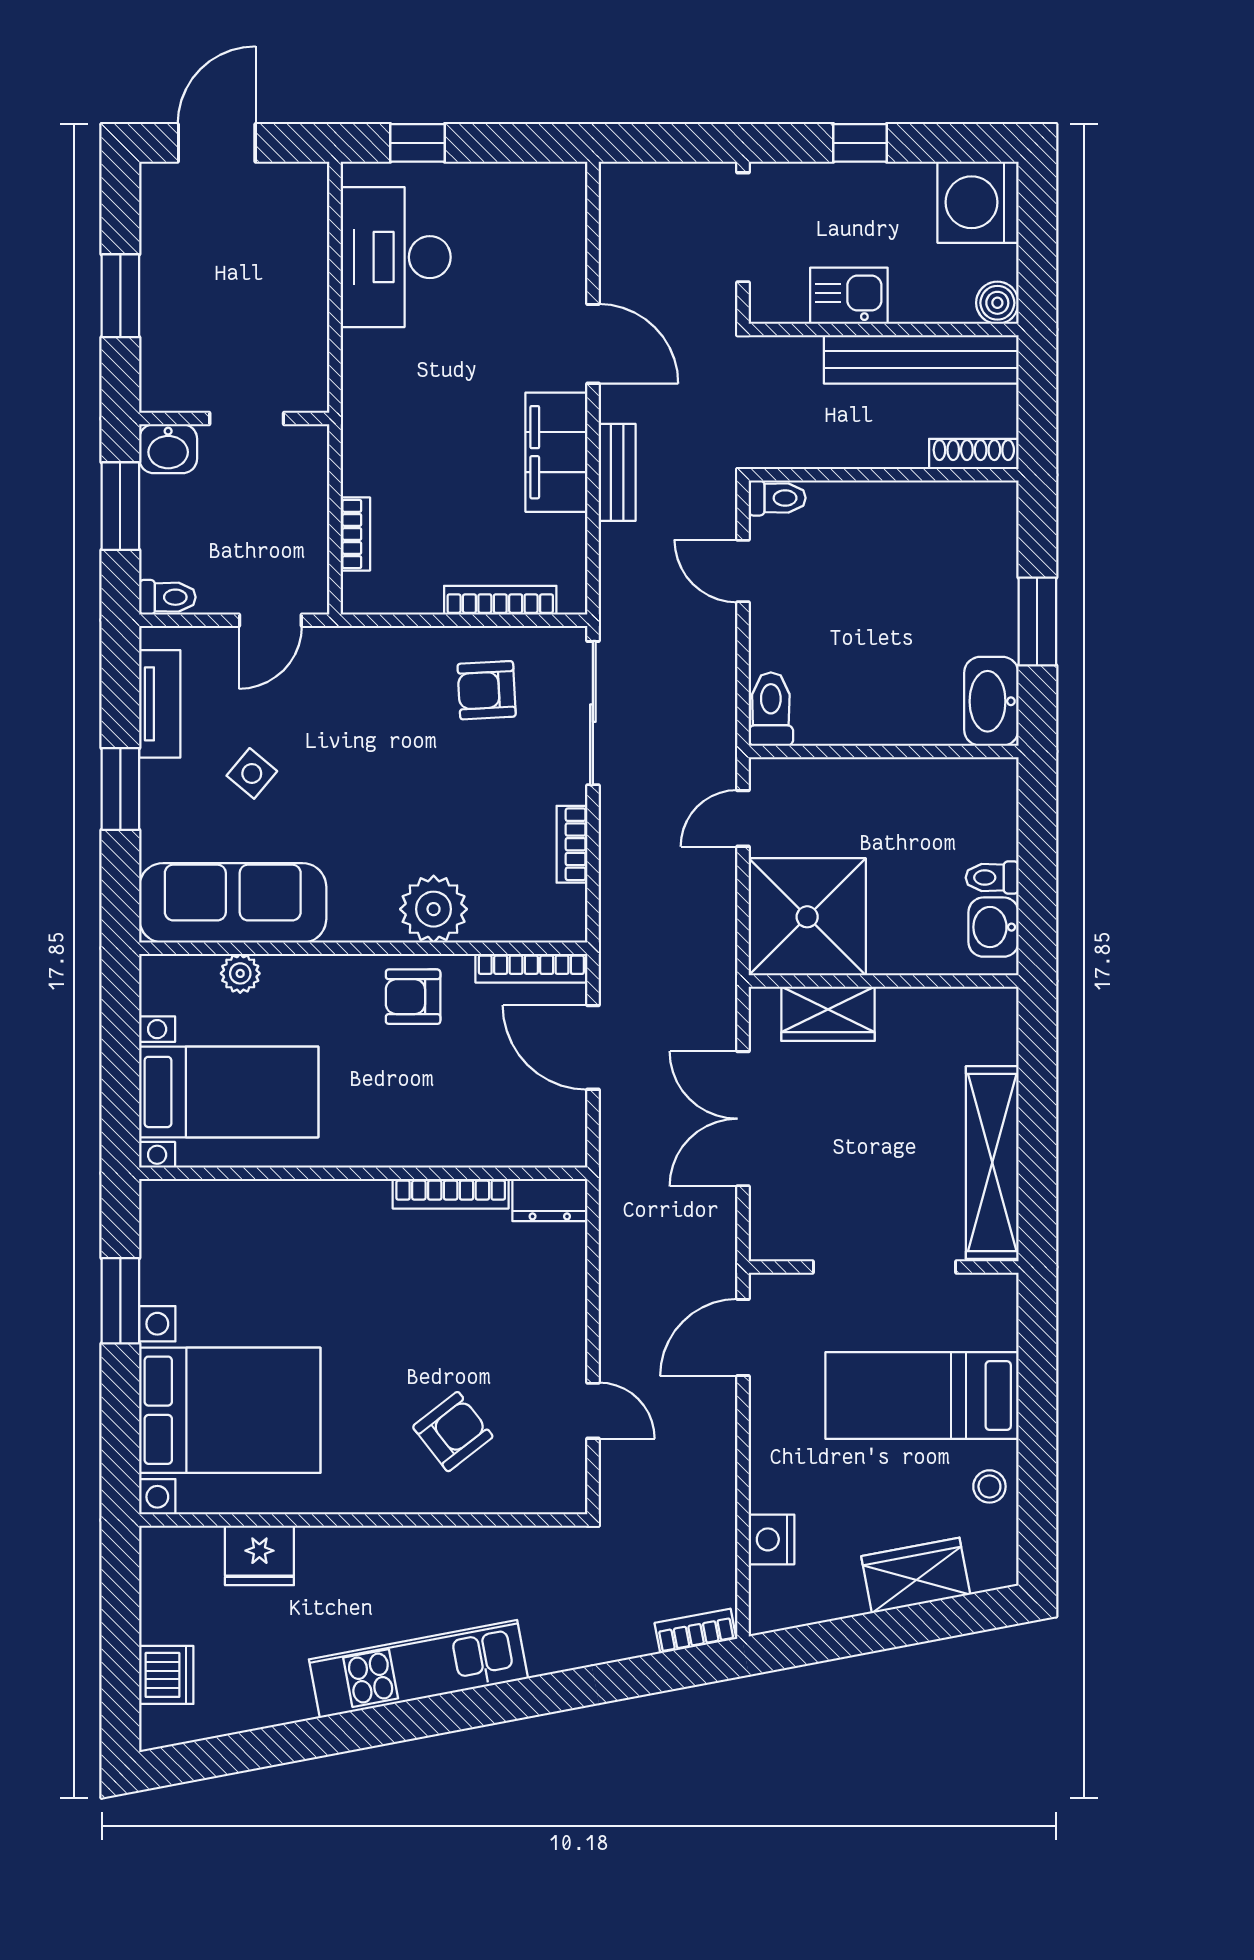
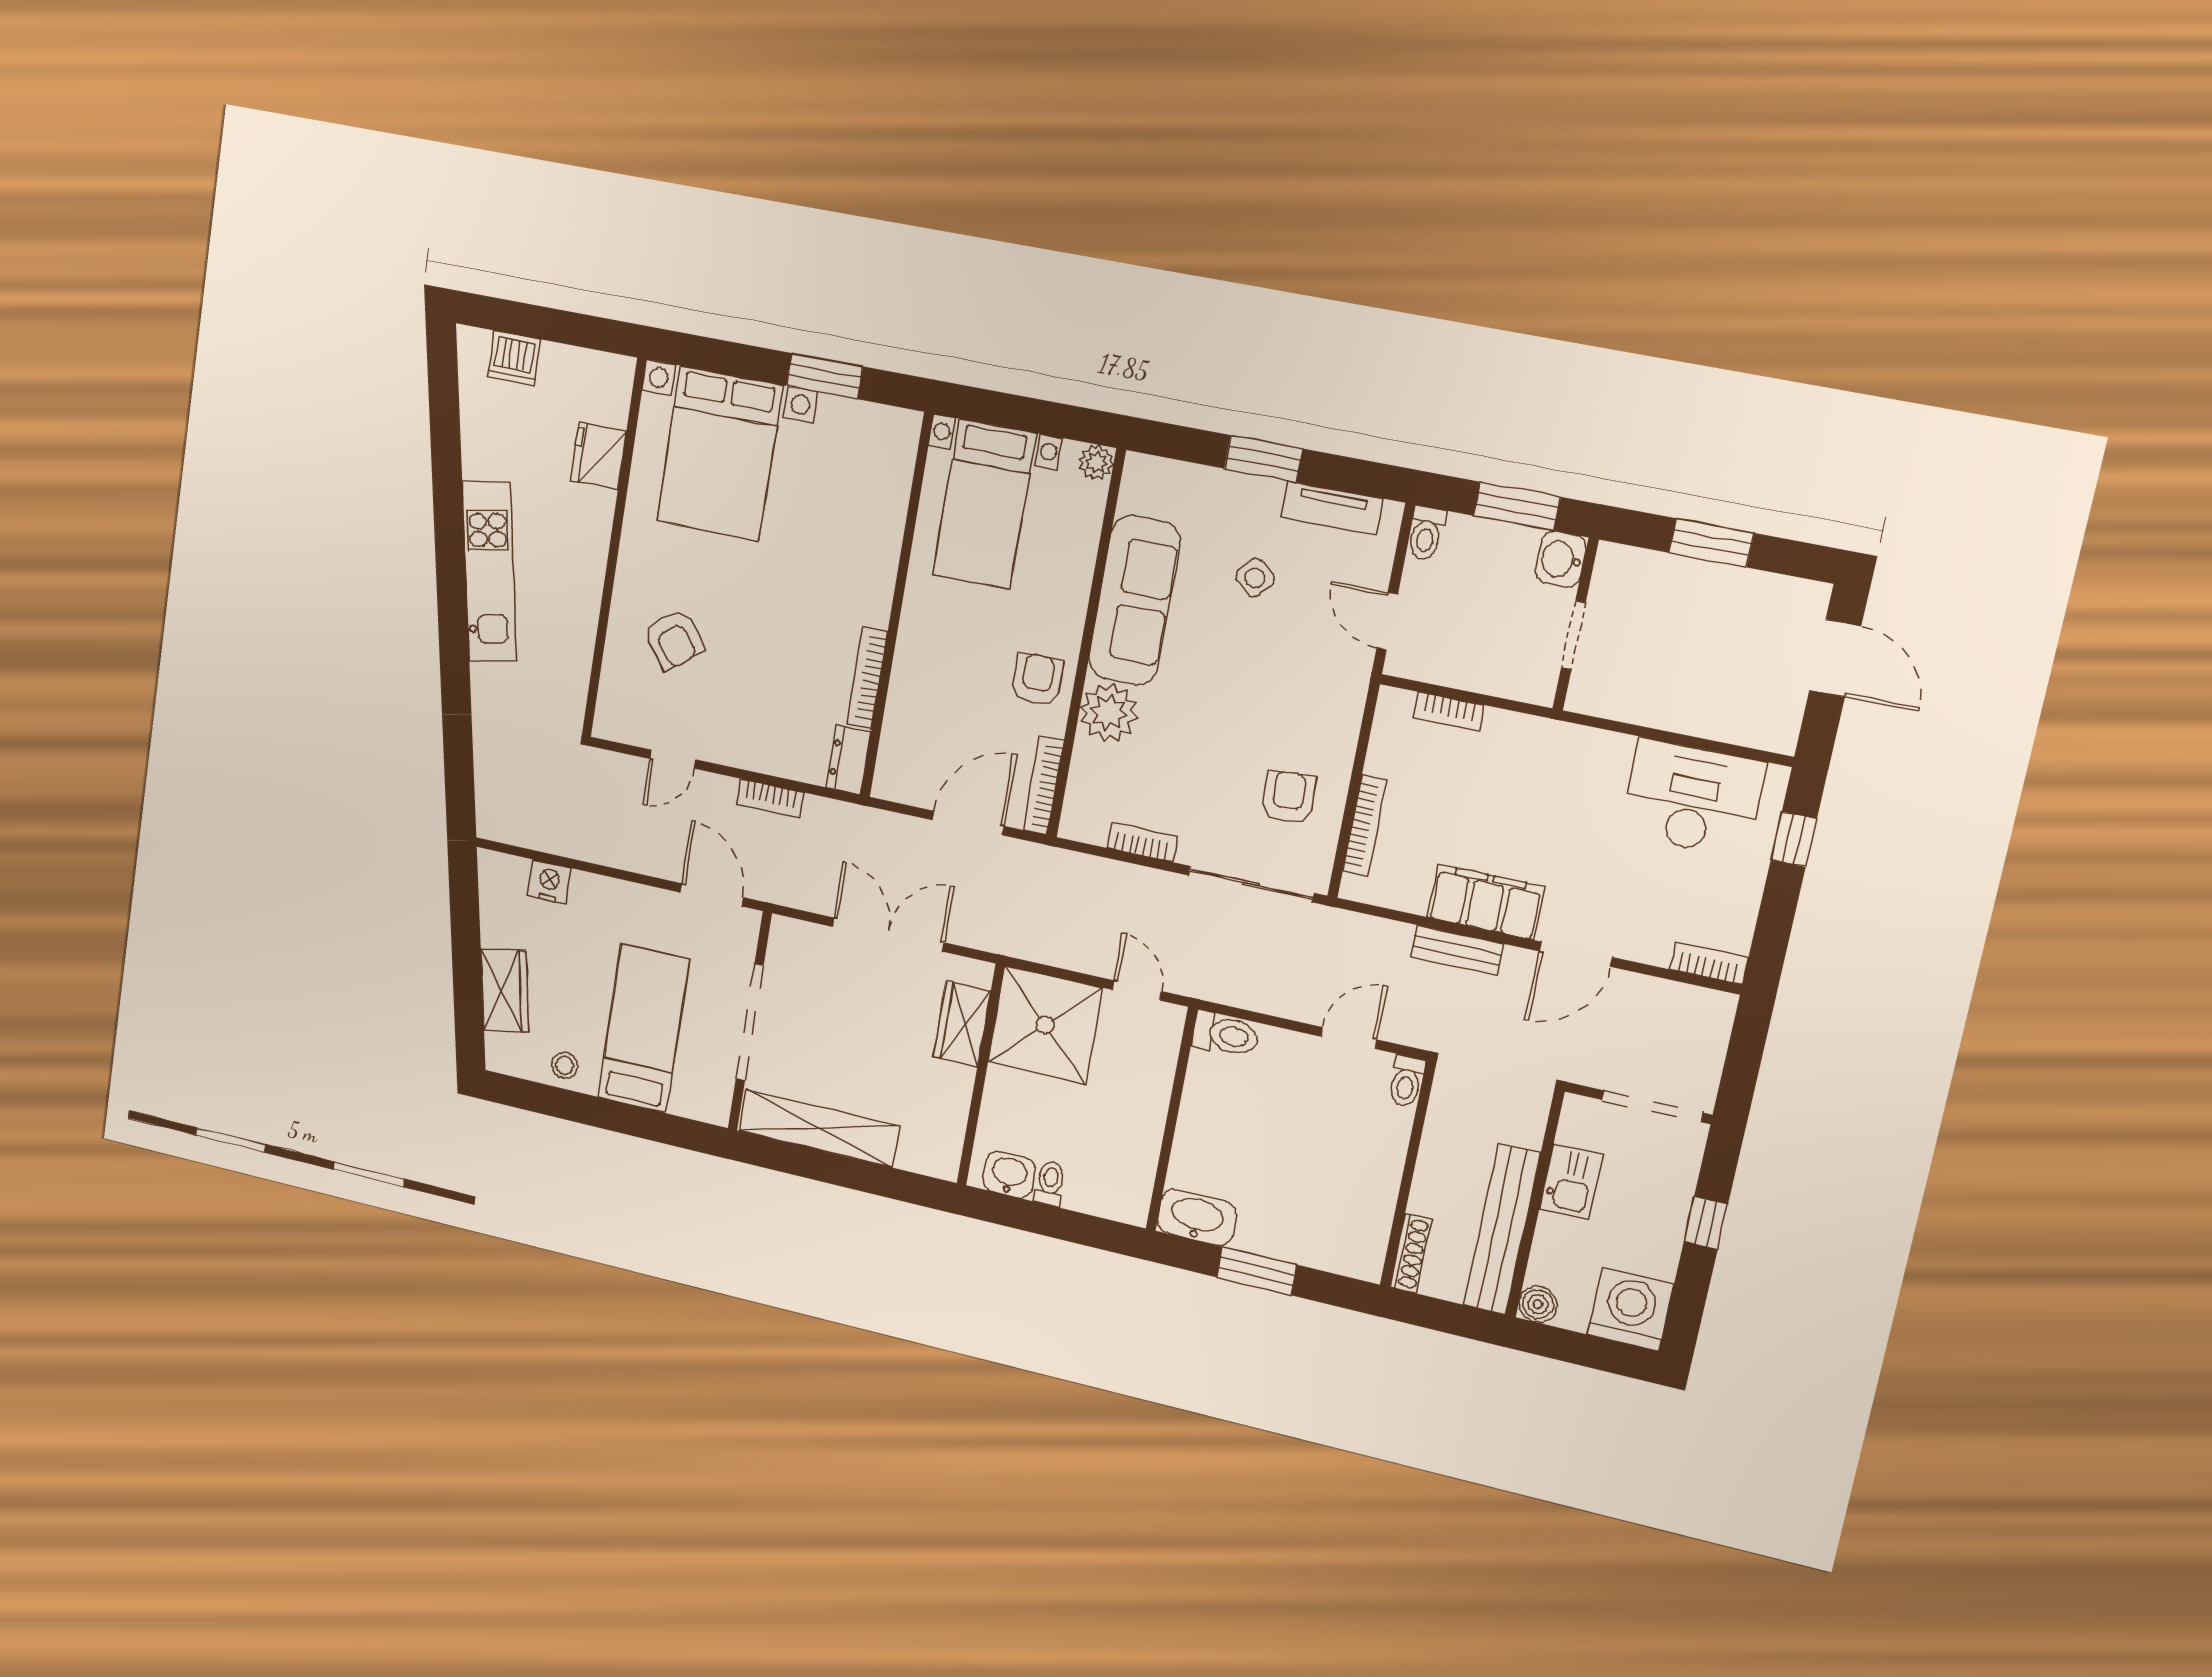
bookcase: (571, 201) -> (1709, 964), added
sofa: (233, 903) -> (1134, 600), moved
plant: (240, 973) -> (1096, 462), moved
bookcase: (695, 1631) -> (770, 798), moved, turned 101

